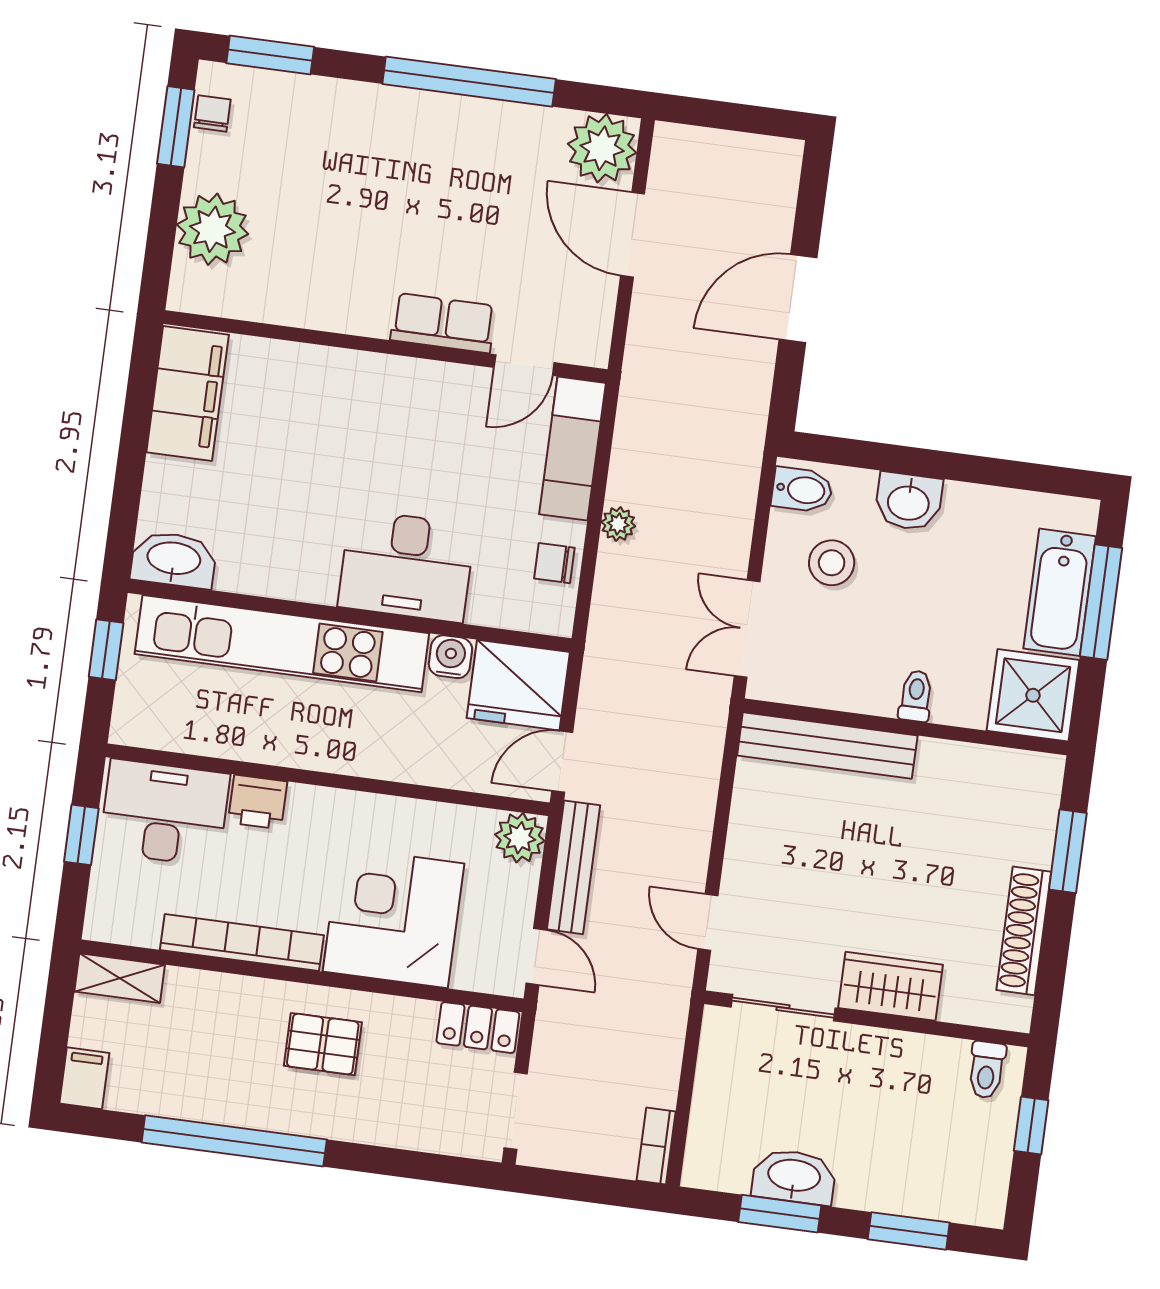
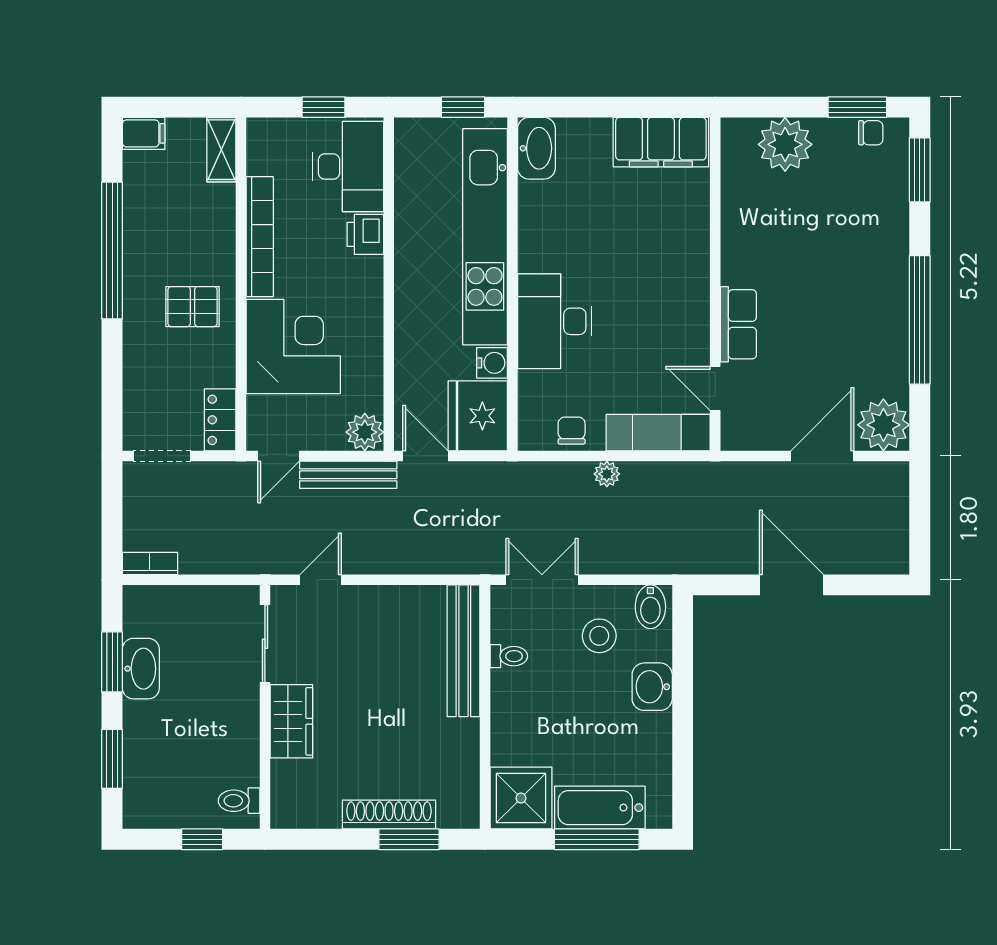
toilet: (916, 696) -> (509, 656), moved
shoe rack: (1024, 931) -> (389, 815), moved
pallet: (323, 1044) -> (193, 307), turned 90

